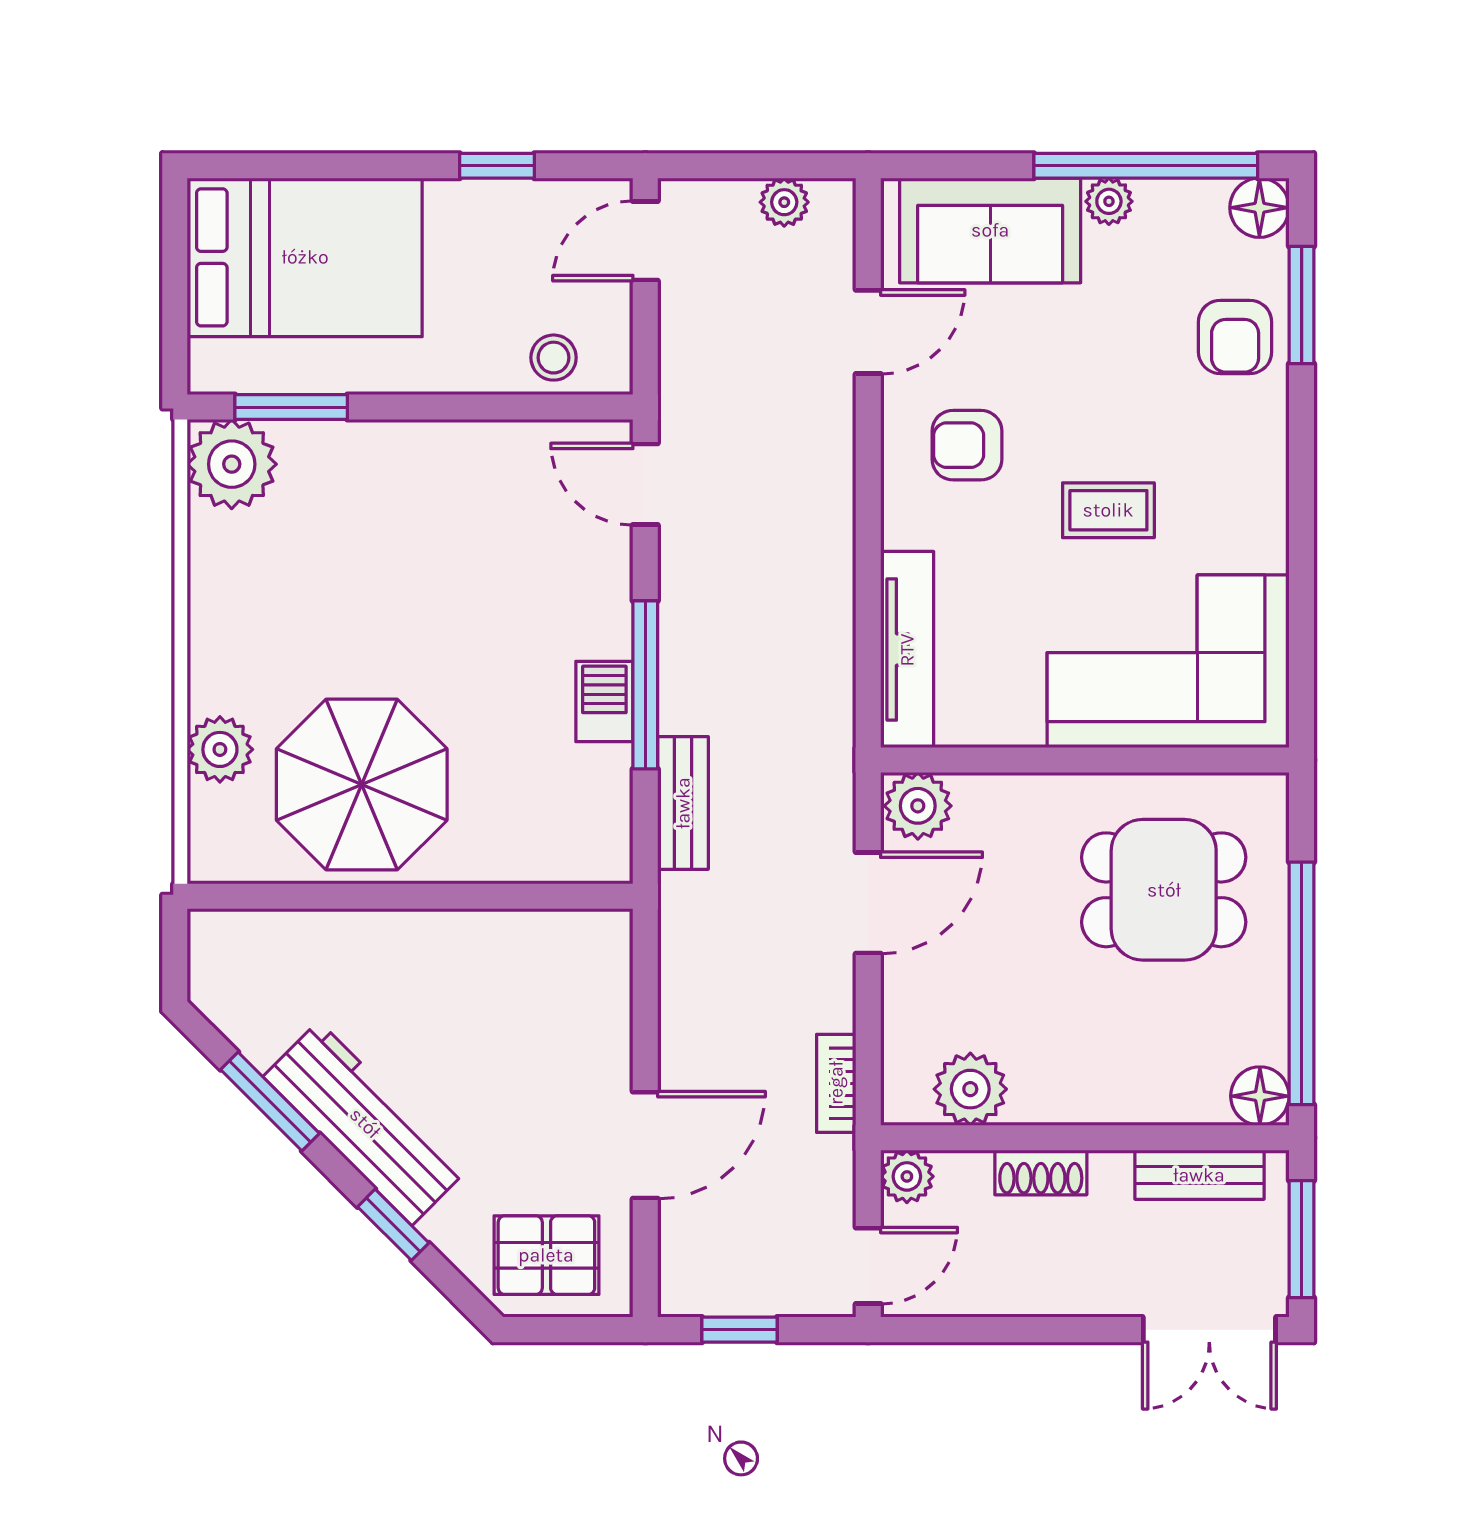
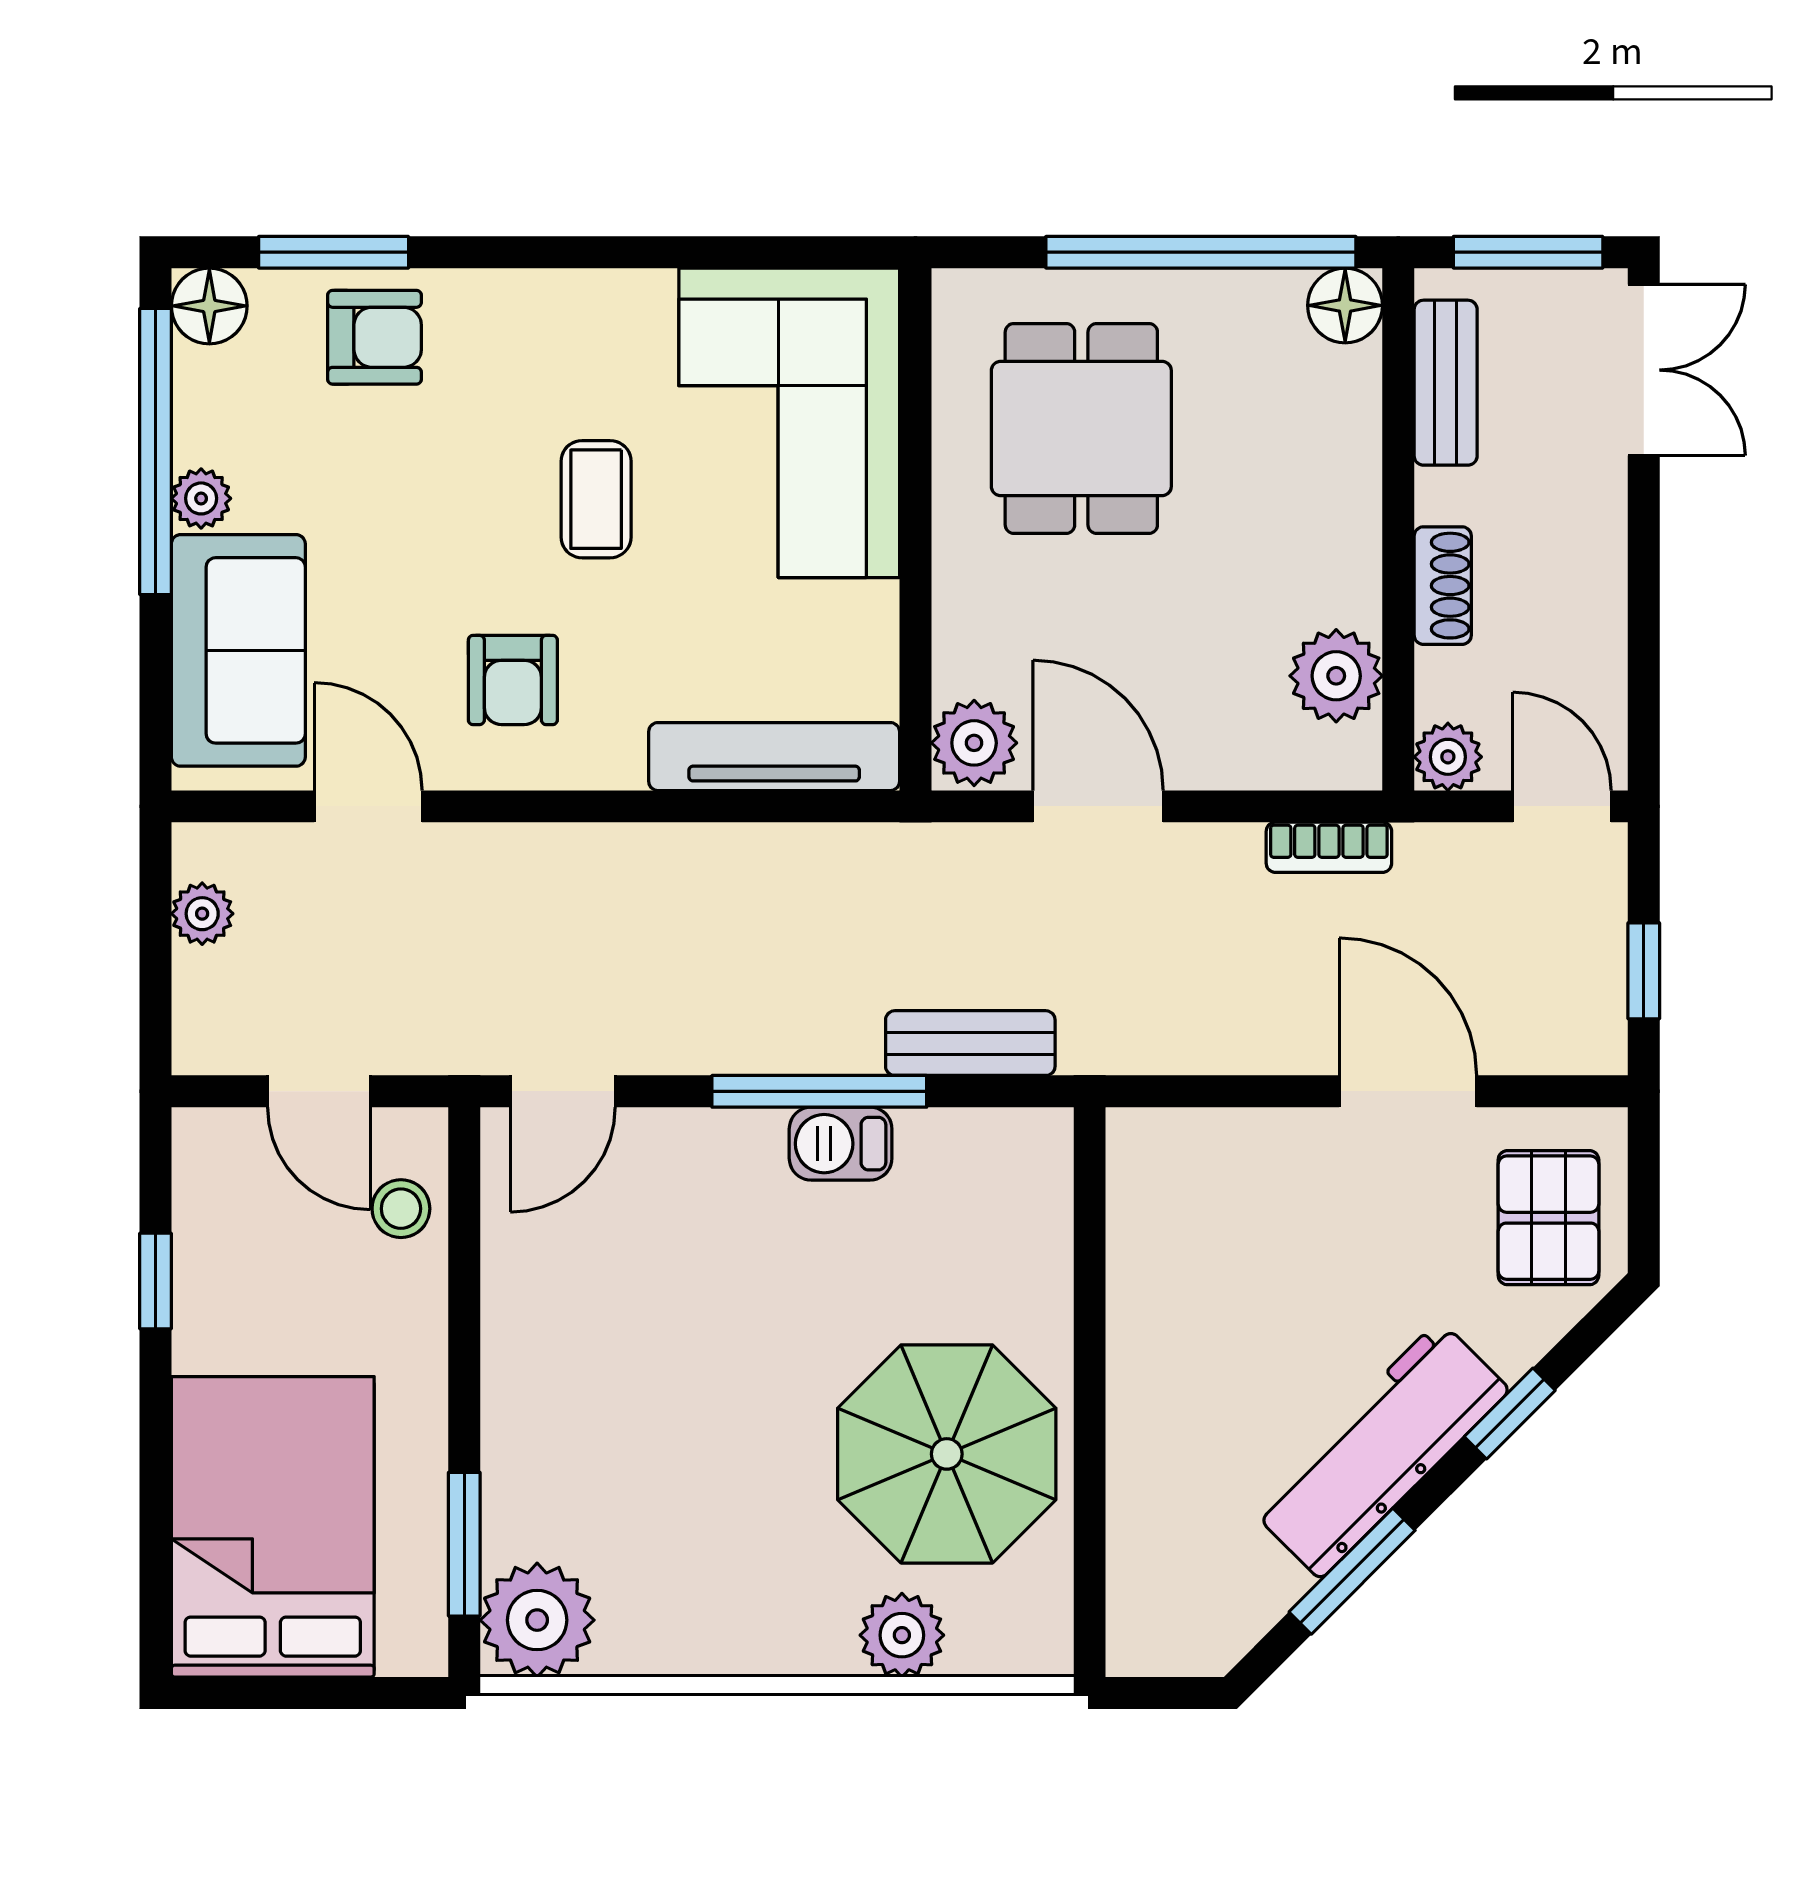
door: (645, 241) -> (319, 1091), moved

